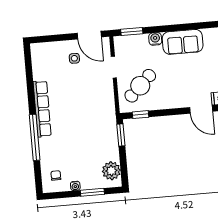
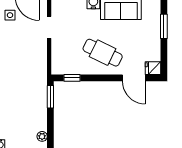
cafe table: (140, 86) -> (103, 53), moved, turned 70
plant: (111, 171) -> (42, 136), width x0.53, depth x0.53

